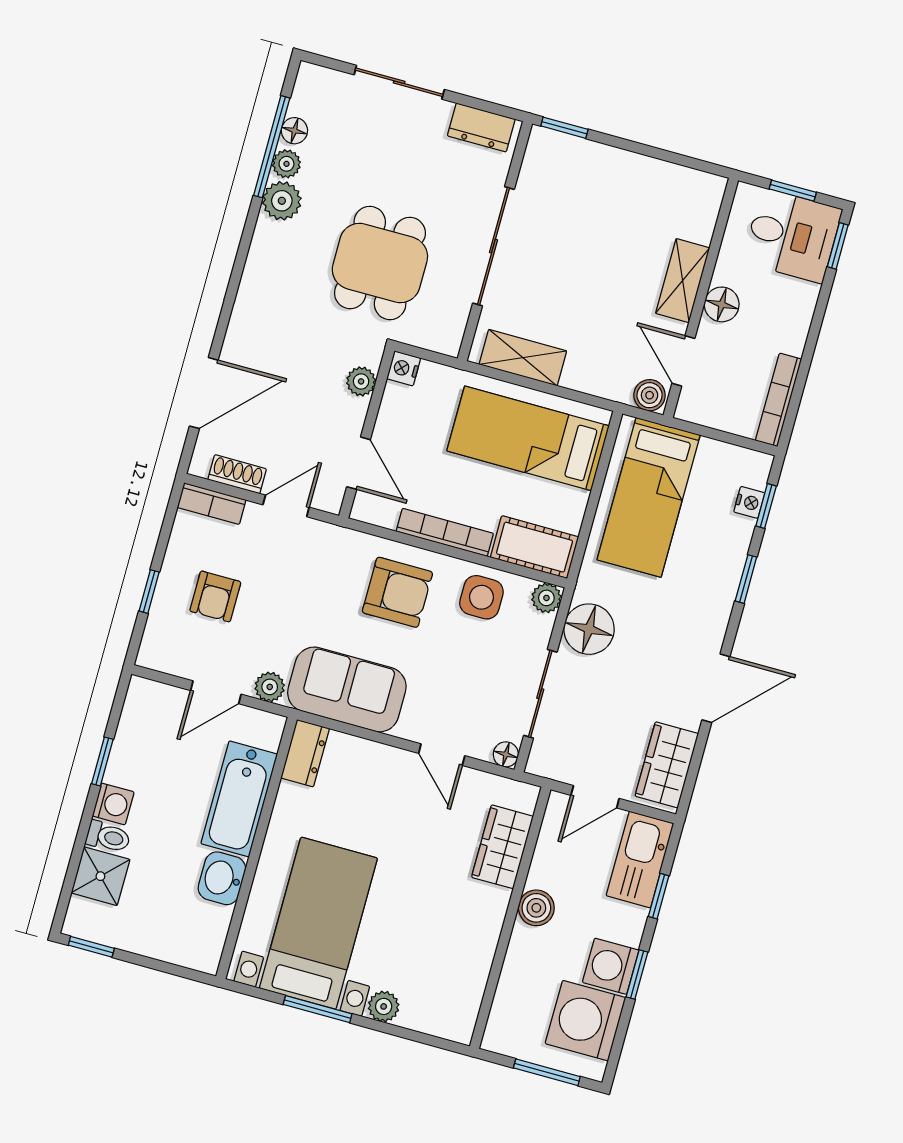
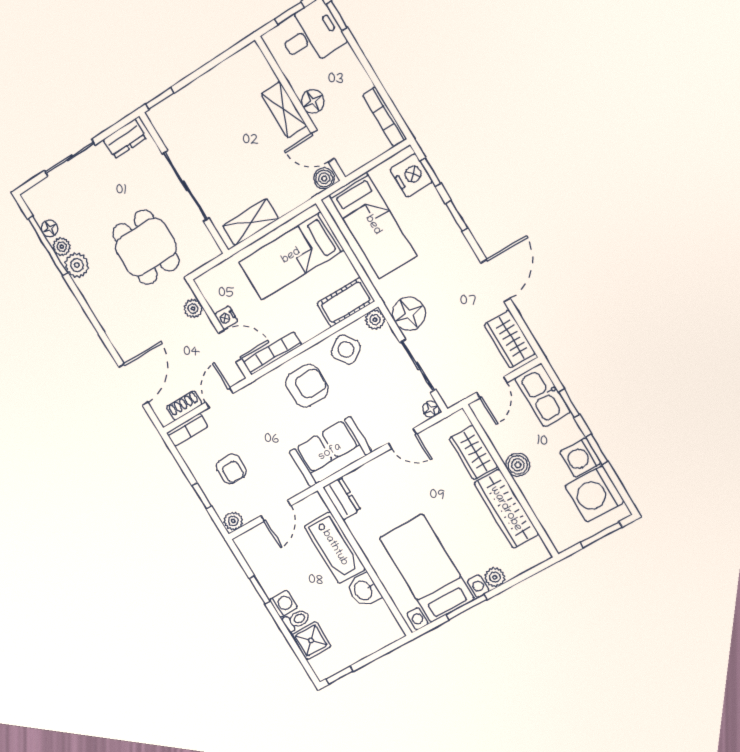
nightstand: (404, 368) -> (226, 318), moved
nightstand: (749, 502) -> (411, 175), width x1.89, depth x1.79
bookcase: (445, 532) -> (273, 353), moved
side table: (481, 597) -> (346, 350), turned -35
plant: (270, 687) -> (233, 521), moved
wardrobe: (475, 943) -> (506, 509), added

